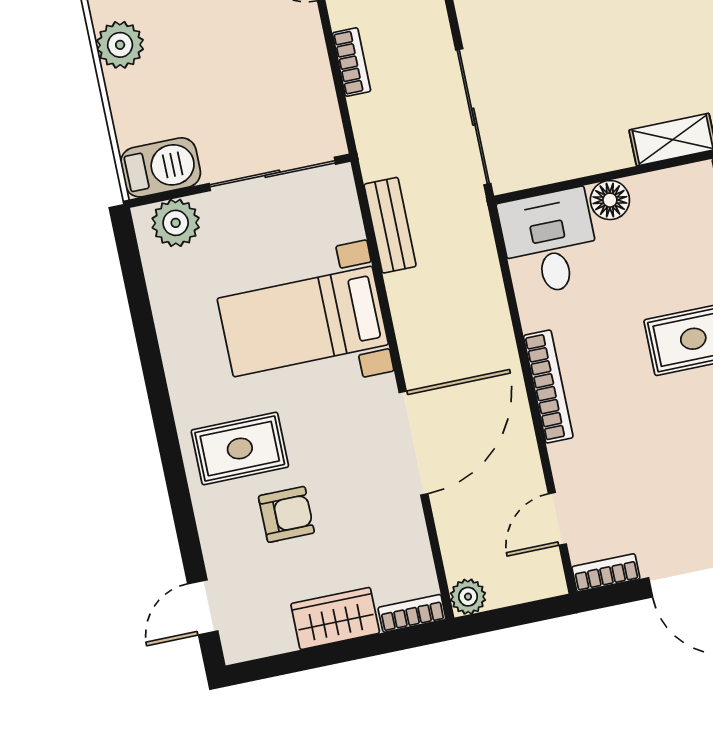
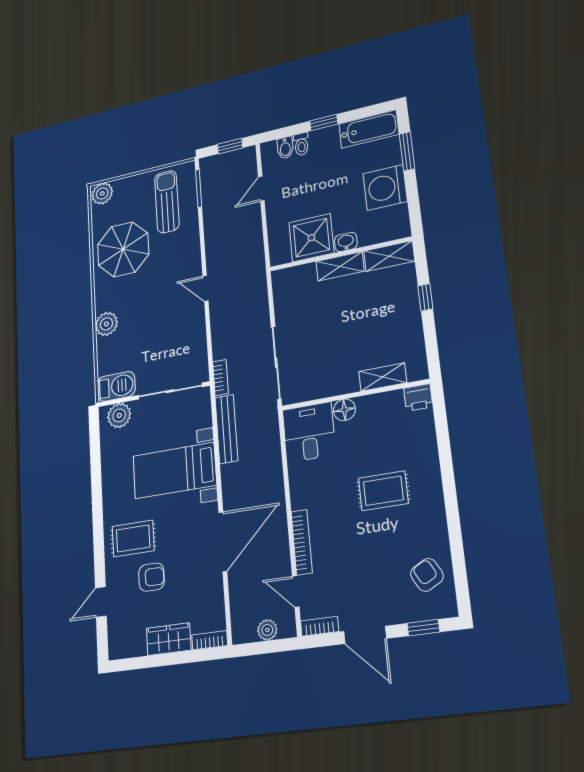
bookcase: (352, 62) -> (221, 378), moved
bench: (390, 225) -> (226, 429), width x1.36
bookcase: (548, 387) -> (302, 542), moved
door: (557, 519) -> (296, 592), hinge flipped
plant: (468, 597) -> (267, 630), moved
door: (203, 607) -> (101, 602), moved

